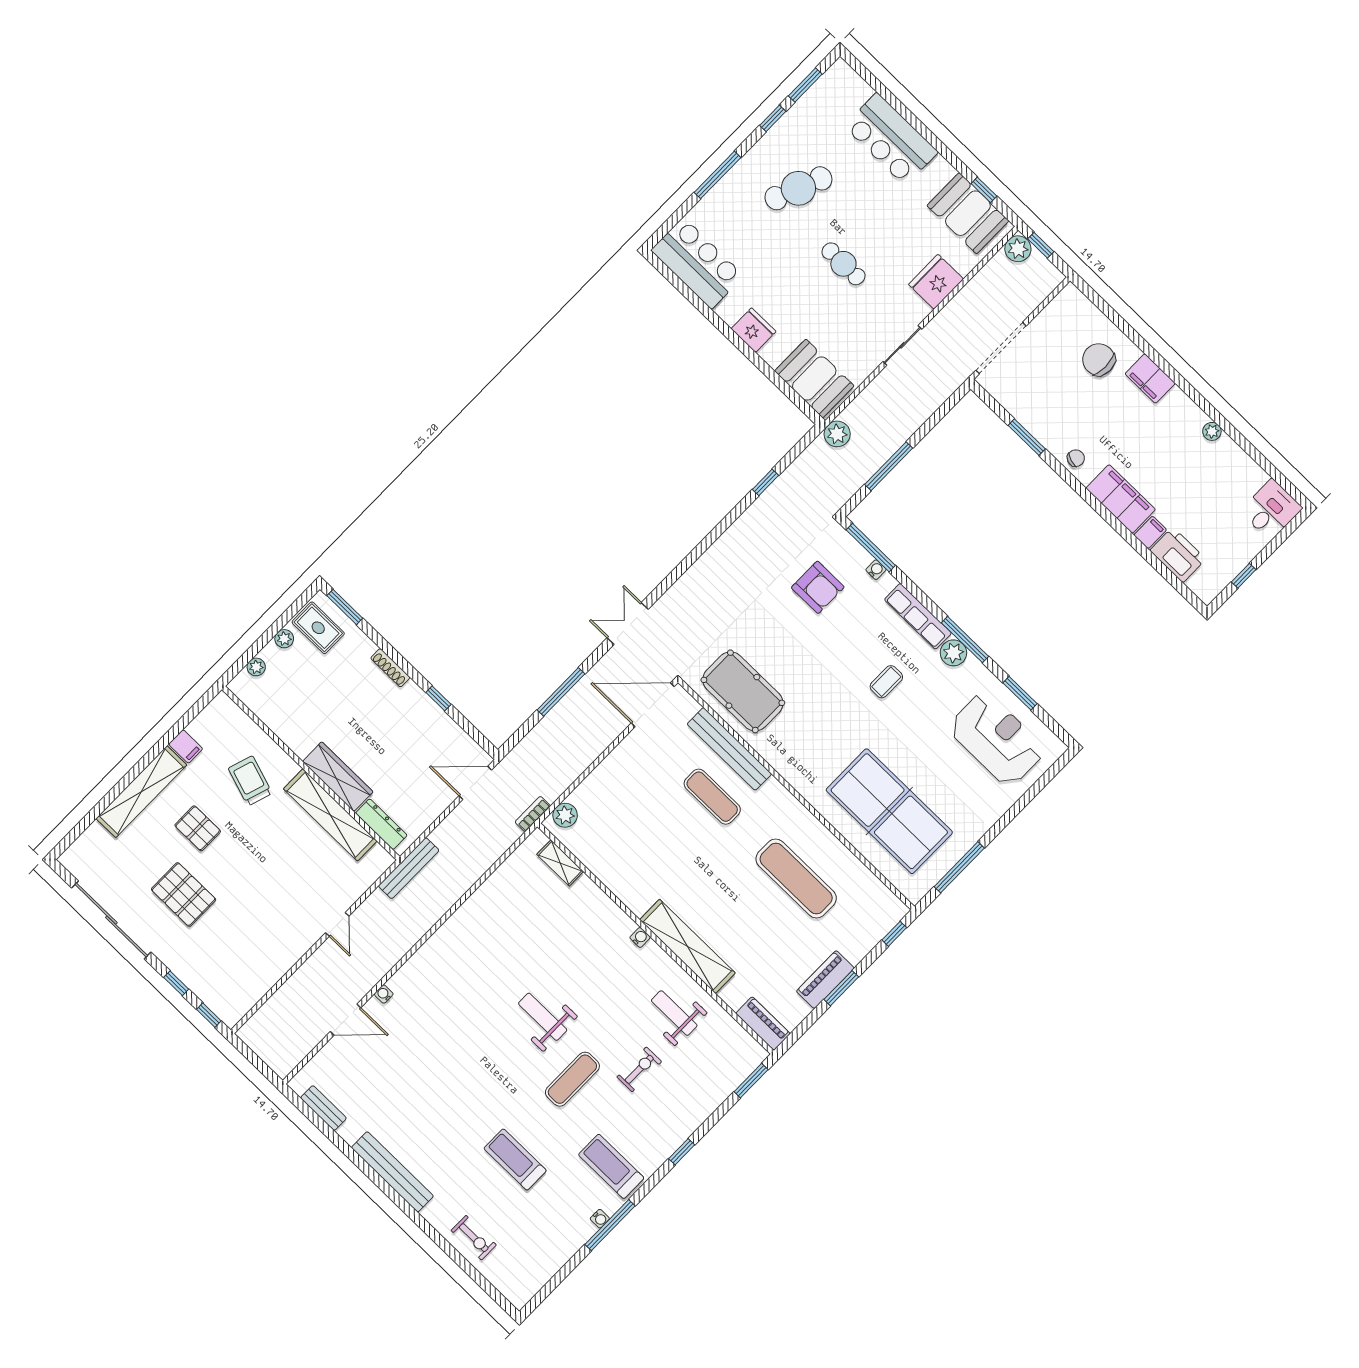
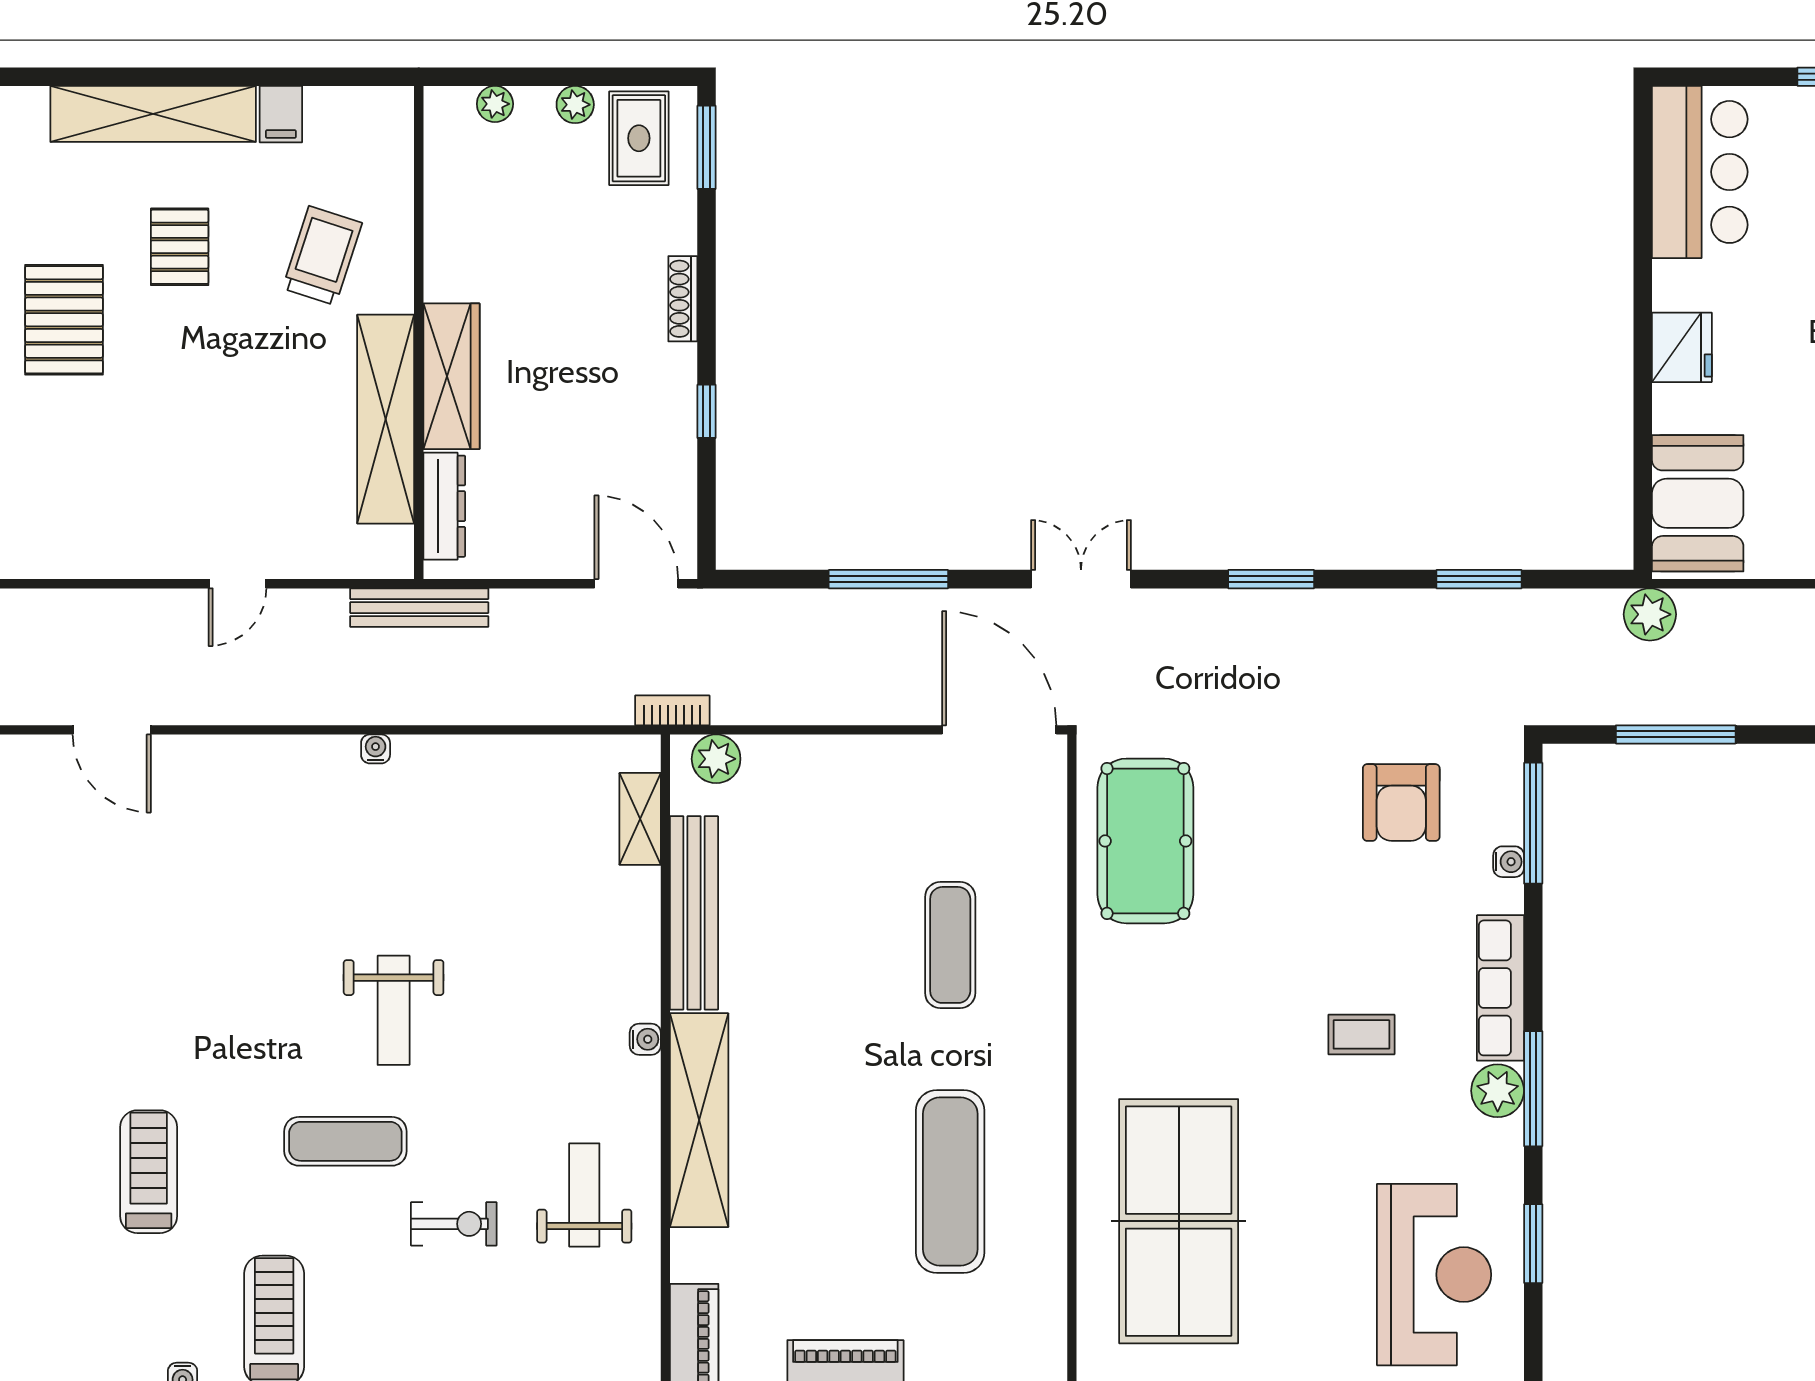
window: (765, 482) -> (1479, 579), width x1.50
window: (693, 556) -> (1271, 579), added
bench: (729, 749) -> (694, 913), moved
water cooler: (384, 994) -> (376, 749), moved
weight bench: (543, 1017) -> (394, 1010), turned 180

